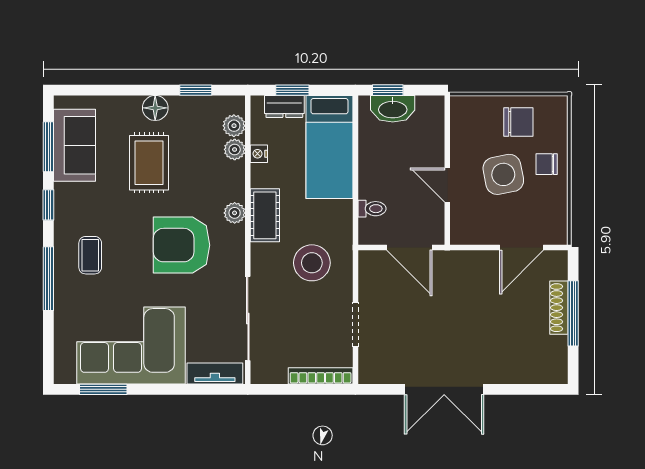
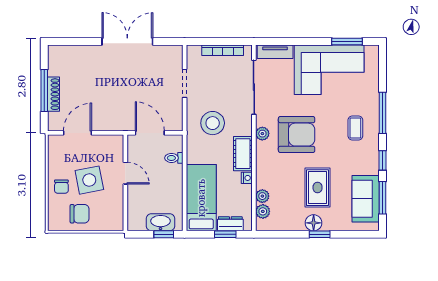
window: (196, 90) -> (320, 234), moved
chair: (518, 122) -> (80, 214), turned 180
nightstand: (259, 154) -> (247, 178), moved
chair: (547, 164) -> (61, 187), turned 90
plant: (235, 213) -> (262, 134), moved
bookcase: (321, 376) -> (223, 50), moved

